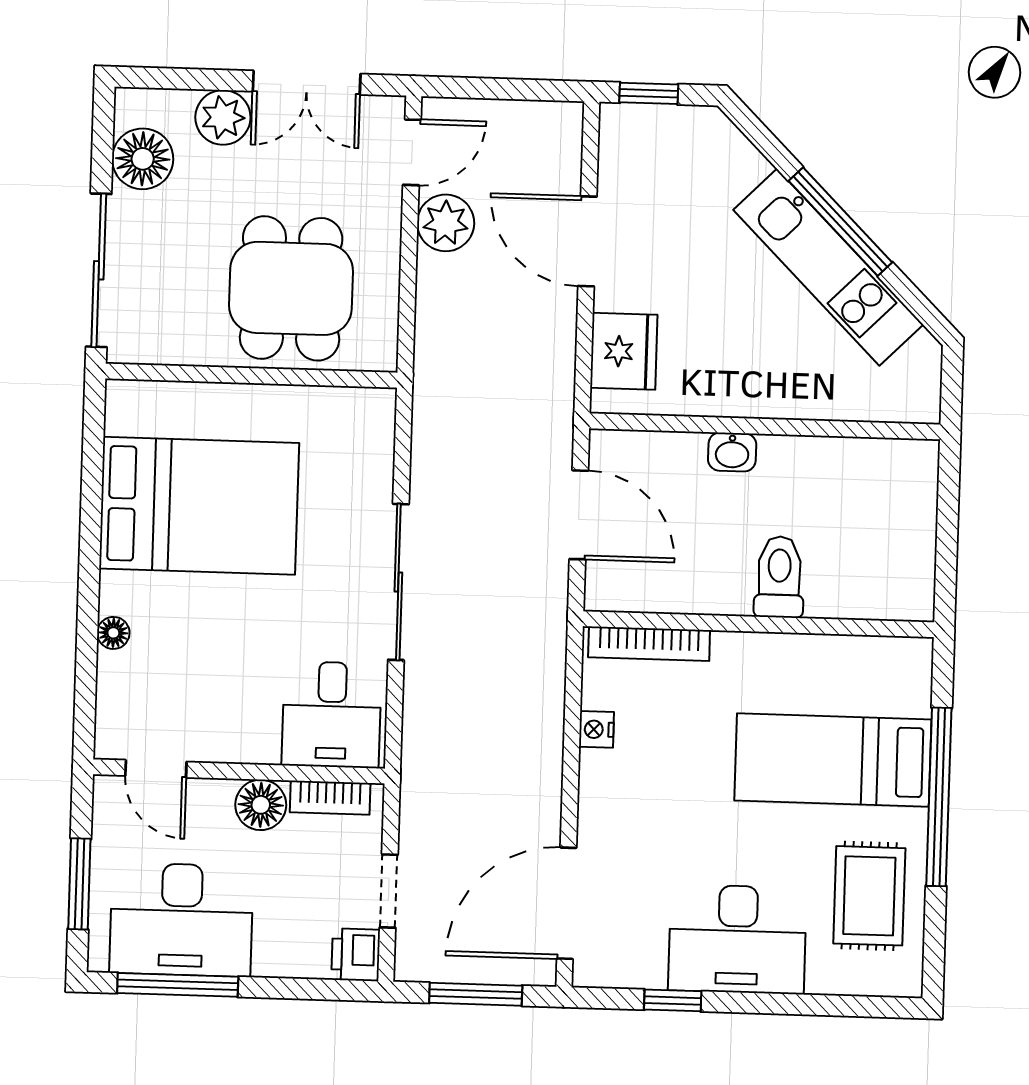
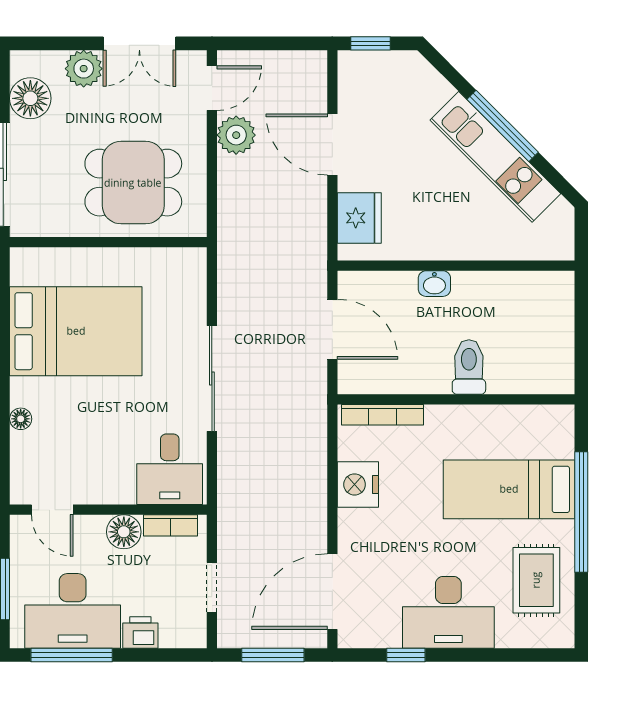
dining table: (291, 288) -> (133, 183), turned 90
nightstand: (596, 729) -> (358, 484), width x1.89, depth x1.79
printer: (356, 955) -> (140, 632), moved, turned 90

